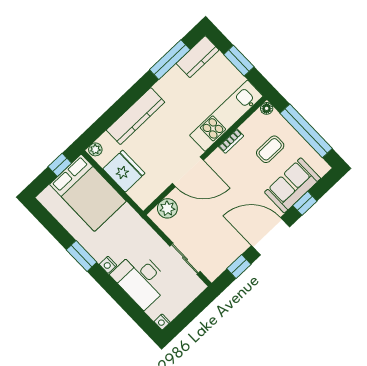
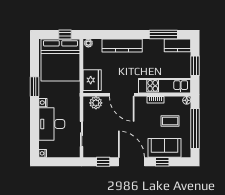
fridge: (124, 171) -> (92, 80), moved
bed: (88, 193) -> (60, 60), width x1.36

